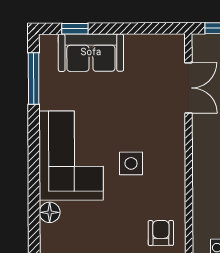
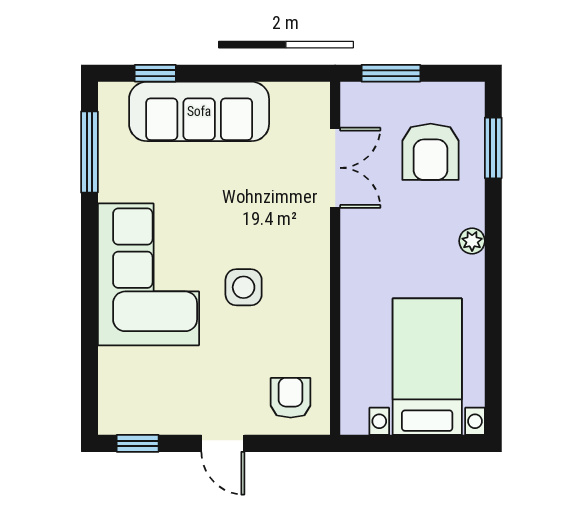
sofa: (91, 53) -> (199, 111), width x1.36
floor lamp: (50, 212) -> (114, 364), removed

